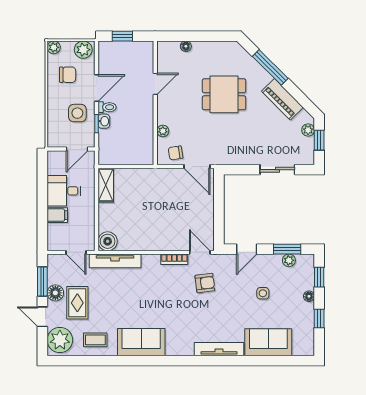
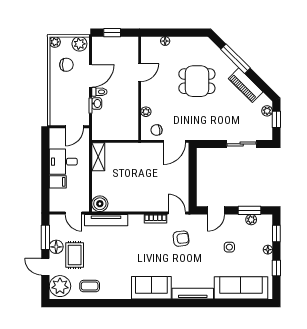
side table: (77, 113) -> (75, 97), removed
door: (197, 167) -> (174, 141), hinge flipped
sofa: (141, 342) -> (151, 288), moved
sofa: (268, 342) -> (241, 288), width x1.36

